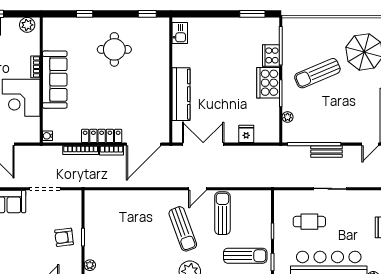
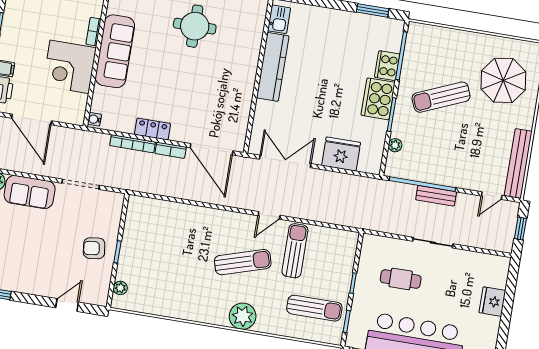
kitchen counter: (181, 94) -> (273, 67), moved
fridge: (246, 134) -> (341, 154), width x1.88, depth x1.34
locker: (102, 136) -> (153, 129), width x0.66
door: (144, 144) -> (211, 149), hinge flipped
sun lounger: (183, 229) -> (243, 262), turned -87

